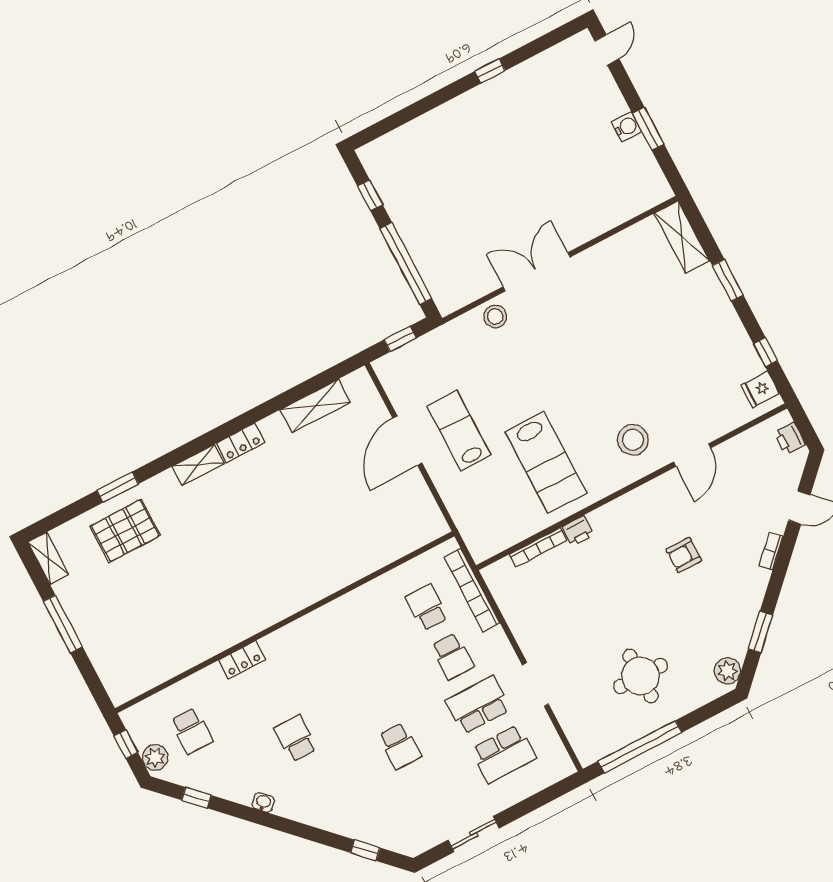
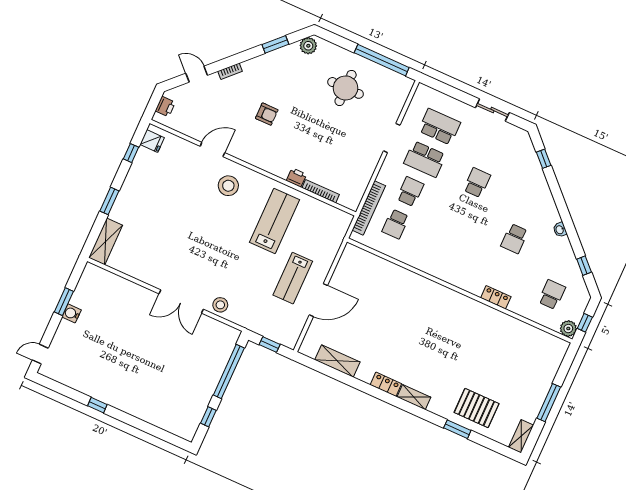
plant: (155, 757) -> (568, 329), moved

